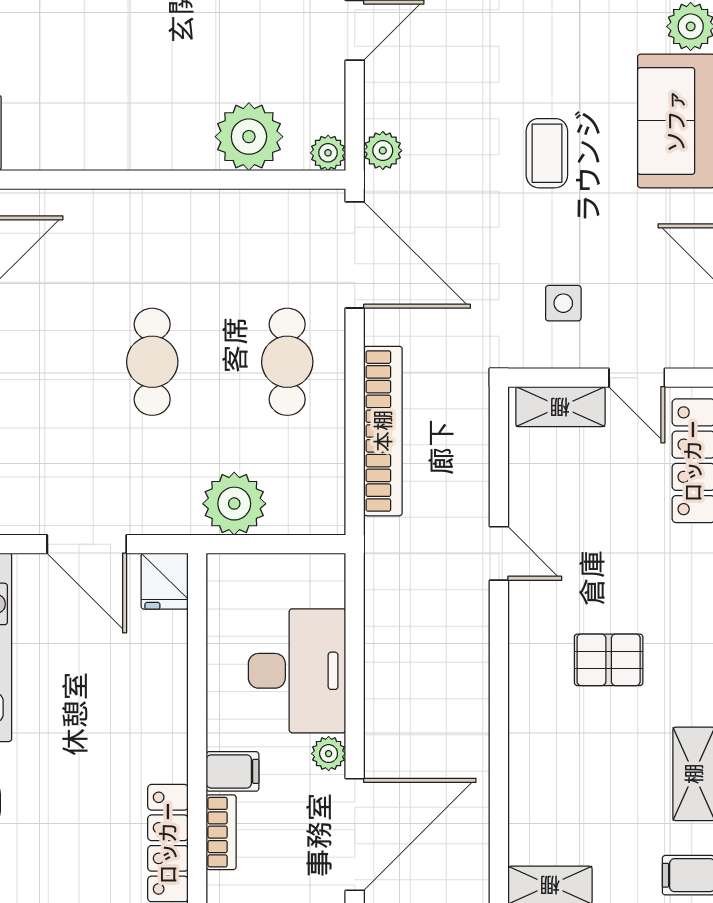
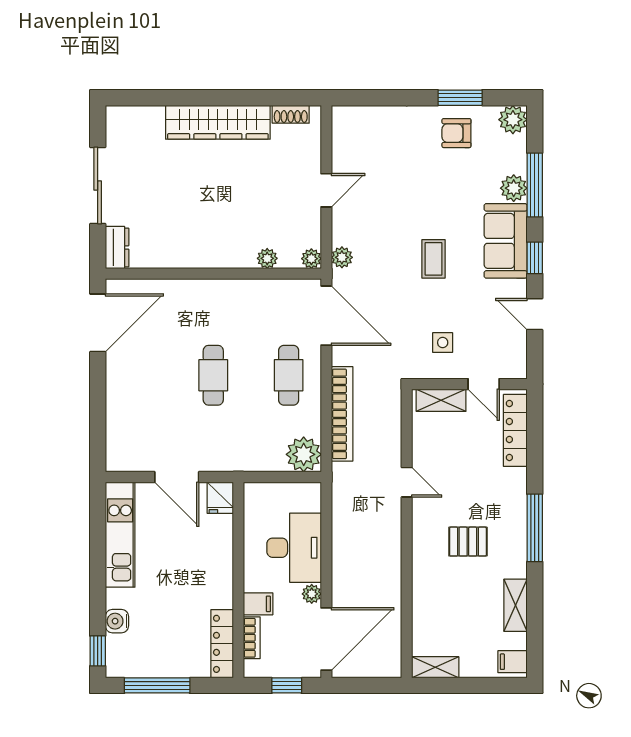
plant: (249, 137) -> (267, 258), width x0.53, depth x0.53
plant: (234, 504) -> (304, 454), moved

